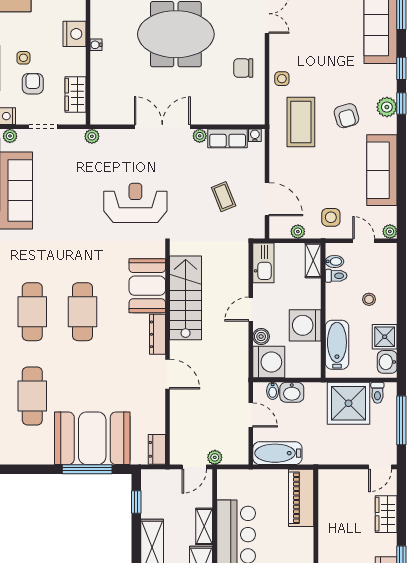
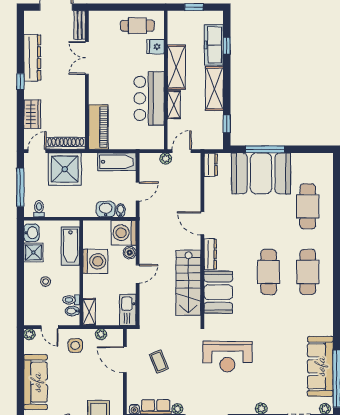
shower: (348, 403) -> (65, 169), moved
door: (251, 415) -> (138, 192), swing flipped
shoe rack: (343, 477) -> (66, 143), added

